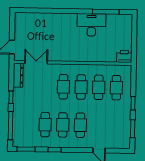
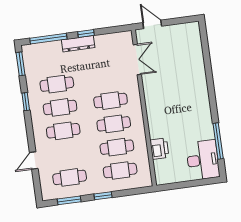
desk: (91, 25) -> (203, 160), moved
printer: (124, 56) -> (159, 149), moved
dresser: (18, 75) -> (78, 44), moved
cafe table: (116, 126) -> (70, 177), added

